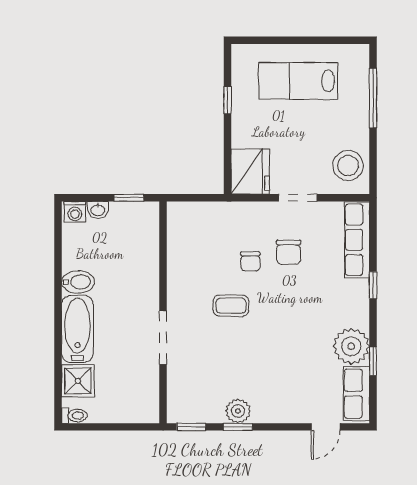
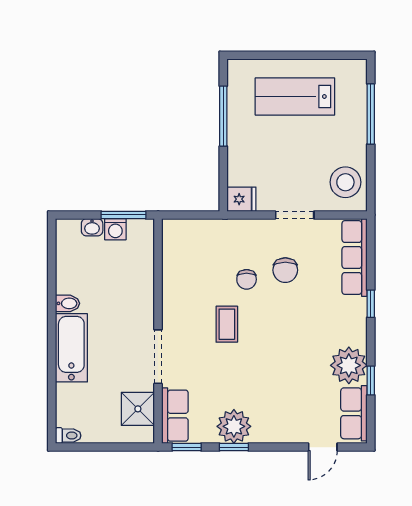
window: (227, 100) -> (223, 116), width x2.17
fridge: (250, 172) -> (241, 199), width x0.53, depth x0.75
window: (129, 198) -> (123, 215), width x1.50
washing machine: (75, 212) -> (115, 229), moved
bidet: (78, 282) -> (67, 303), width x0.72, depth x0.74
coffee table: (231, 306) -> (227, 324), turned 90
shower: (78, 381) -> (138, 409), moved
row of seats: (180, 396) -> (175, 416), added
plant: (238, 411) -> (234, 426), width x1.36, depth x1.36

